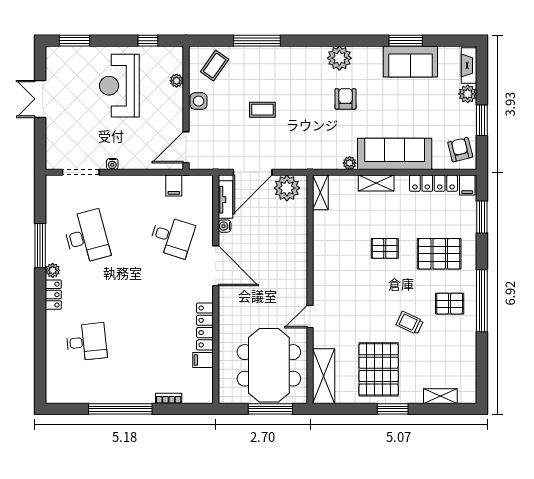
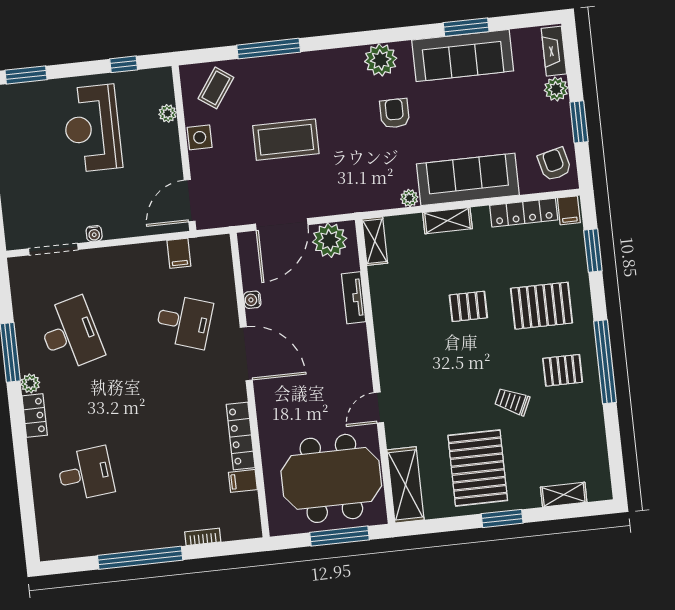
sofa: (410, 61) -> (463, 56), width x1.36
coffee table: (262, 110) -> (286, 140), width x1.86, depth x1.72
tv unit: (225, 200) -> (354, 298), moved, turned 180
meeting table: (269, 365) -> (331, 478), turned 90

